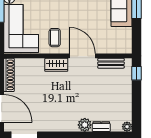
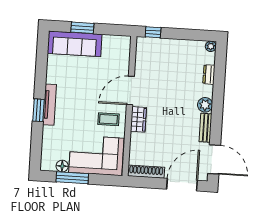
bench: (111, 63) -> (206, 128), moved
plant: (85, 125) -> (205, 105), moved

